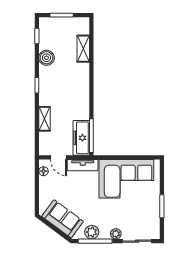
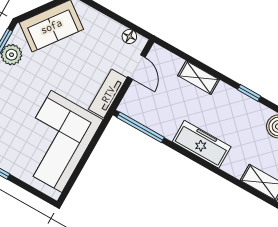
freezer: (81, 138) -> (202, 144), moved
door: (59, 157) -> (137, 67), swing flipped

